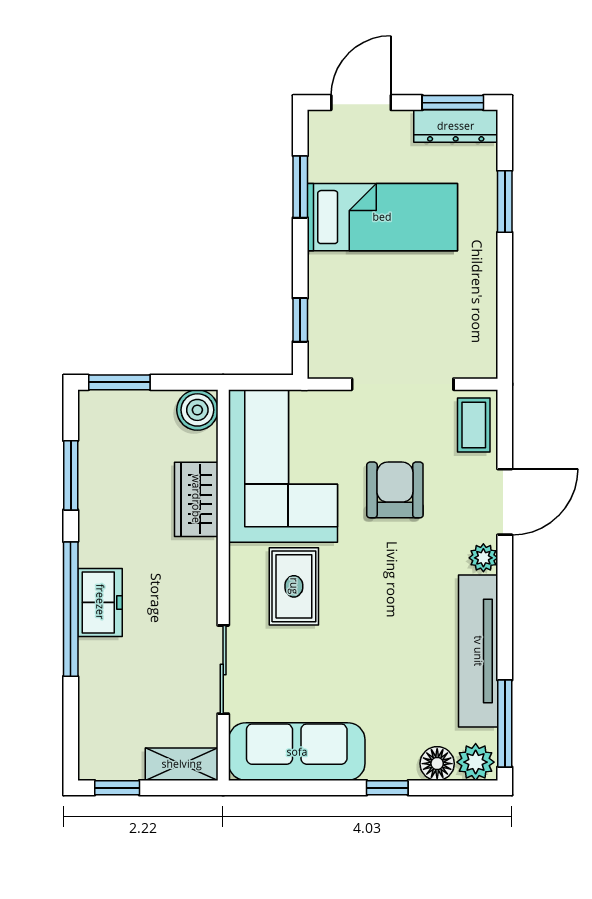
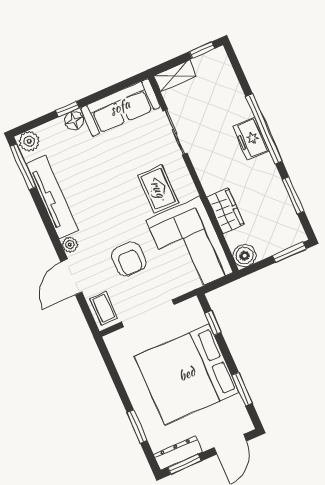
bed: (382, 217) -> (187, 374), width x2.04
floor lamp: (437, 764) -> (74, 121), moved

